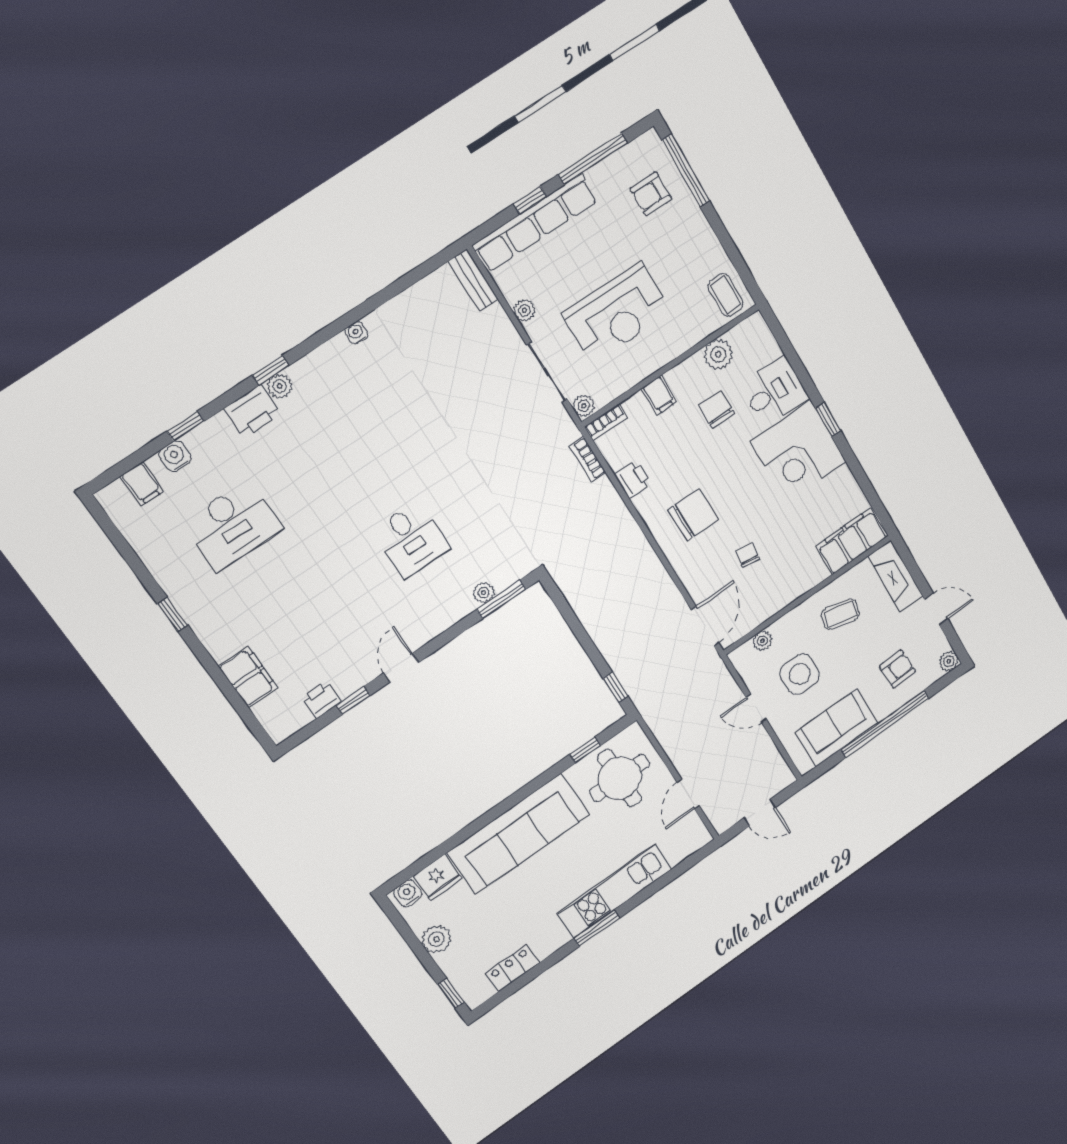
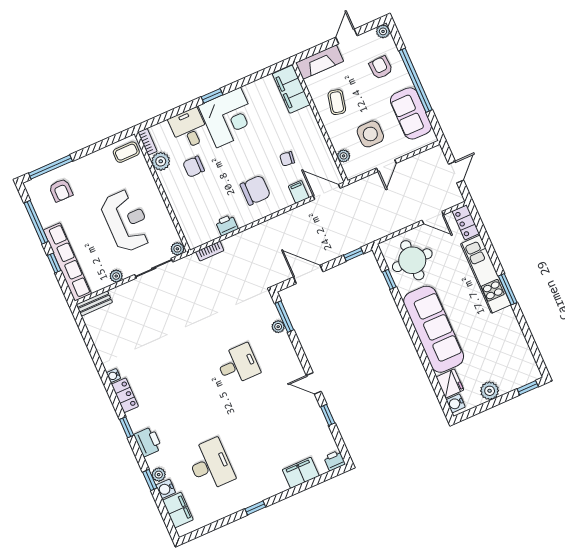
locker: (326, 358) -> (125, 395), added
plant: (280, 386) -> (159, 475), moved
filing cabinet: (659, 395) -> (299, 192), moved, turned -90
bookcase: (606, 422) -> (148, 142), moved
filing cabinet: (142, 484) -> (178, 510), width x2.00
chair: (693, 515) -> (255, 190), turned 90
door: (574, 624) -> (308, 274), added
printer: (322, 700) -> (335, 461), moved, turned 90
locker: (512, 968) -> (466, 222), moved

